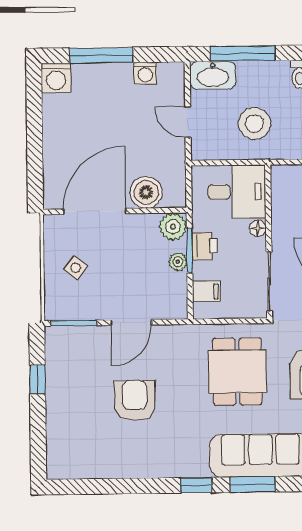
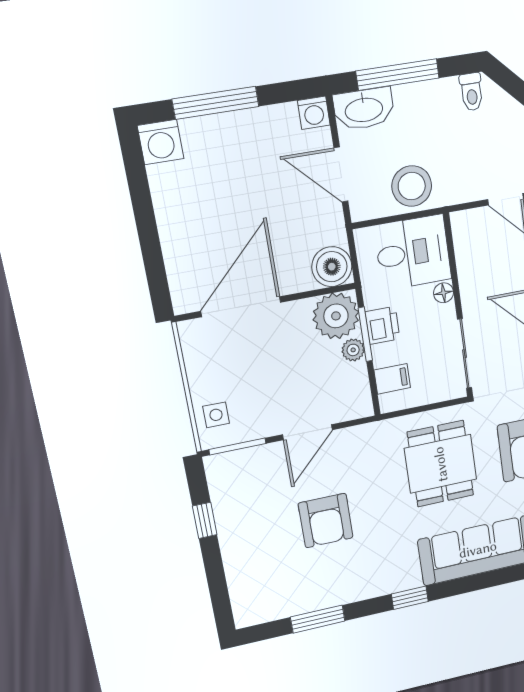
washing machine: (145, 73) -> (314, 113), moved
door: (188, 122) -> (341, 175), width x1.38
stool: (254, 123) -> (412, 186), moved
boiler: (146, 192) -> (332, 267), moved
plant: (173, 227) -> (336, 316), width x1.36, depth x1.36
side table: (76, 268) -> (216, 415), moved, turned -38
armchair: (135, 401) -> (326, 521), turned 180
window: (253, 484) -> (318, 619), moved

